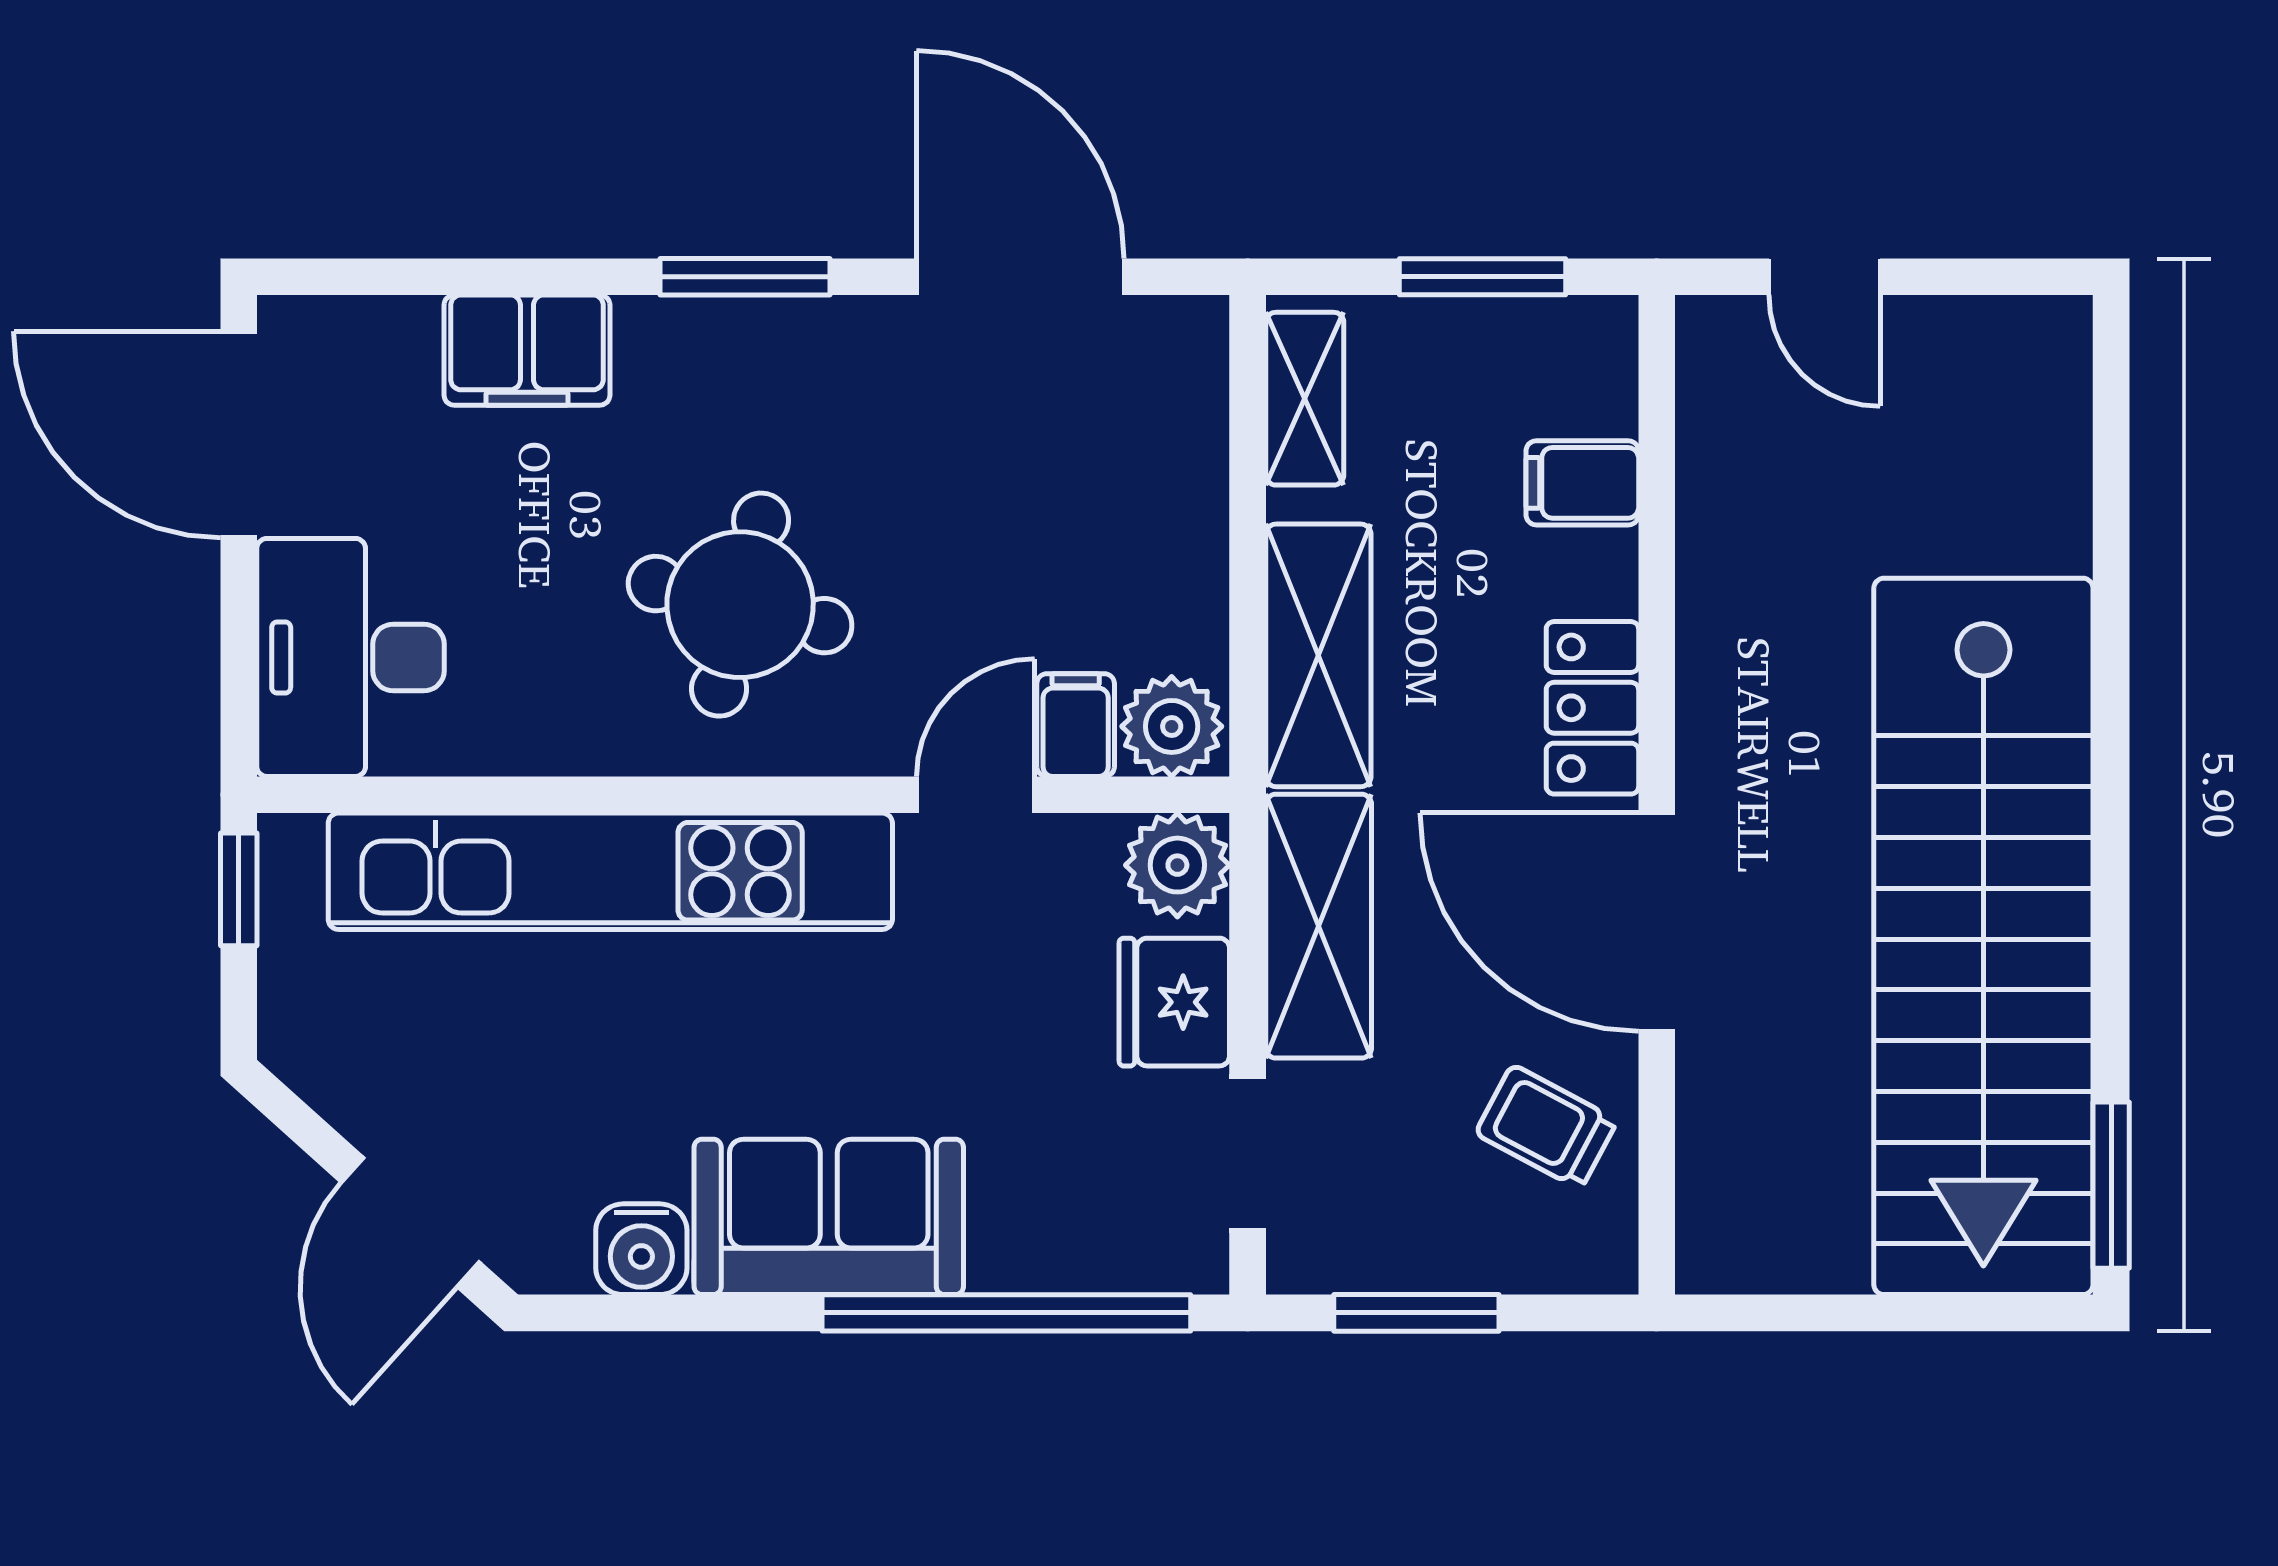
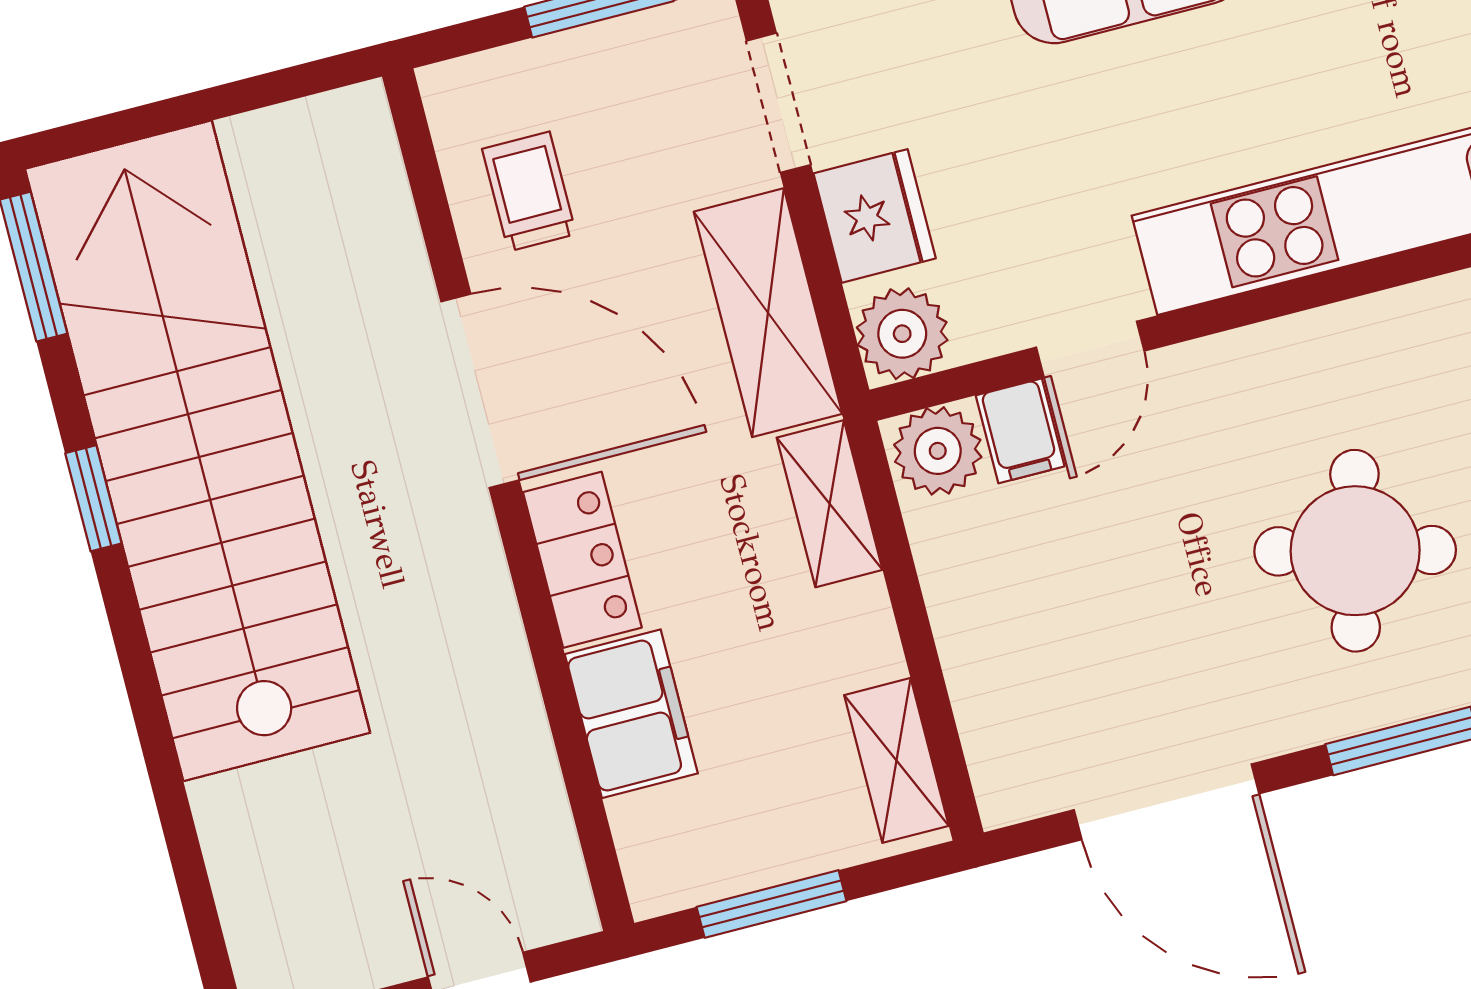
filing cabinet: (1582, 483) -> (631, 714), width x2.00
round table: (740, 605) -> (1355, 551), moved
shelving: (1318, 655) -> (830, 504), width x0.67, depth x0.75
window: (2111, 914) -> (93, 498), added
trolley: (1546, 1127) -> (529, 191), turned -118

